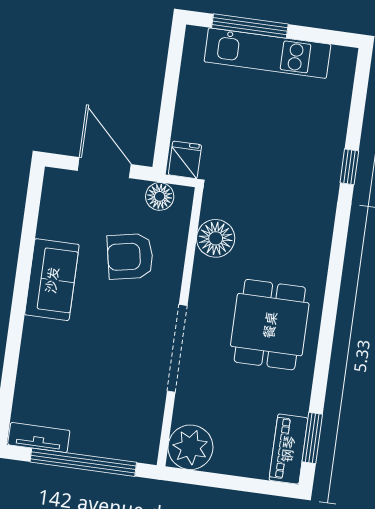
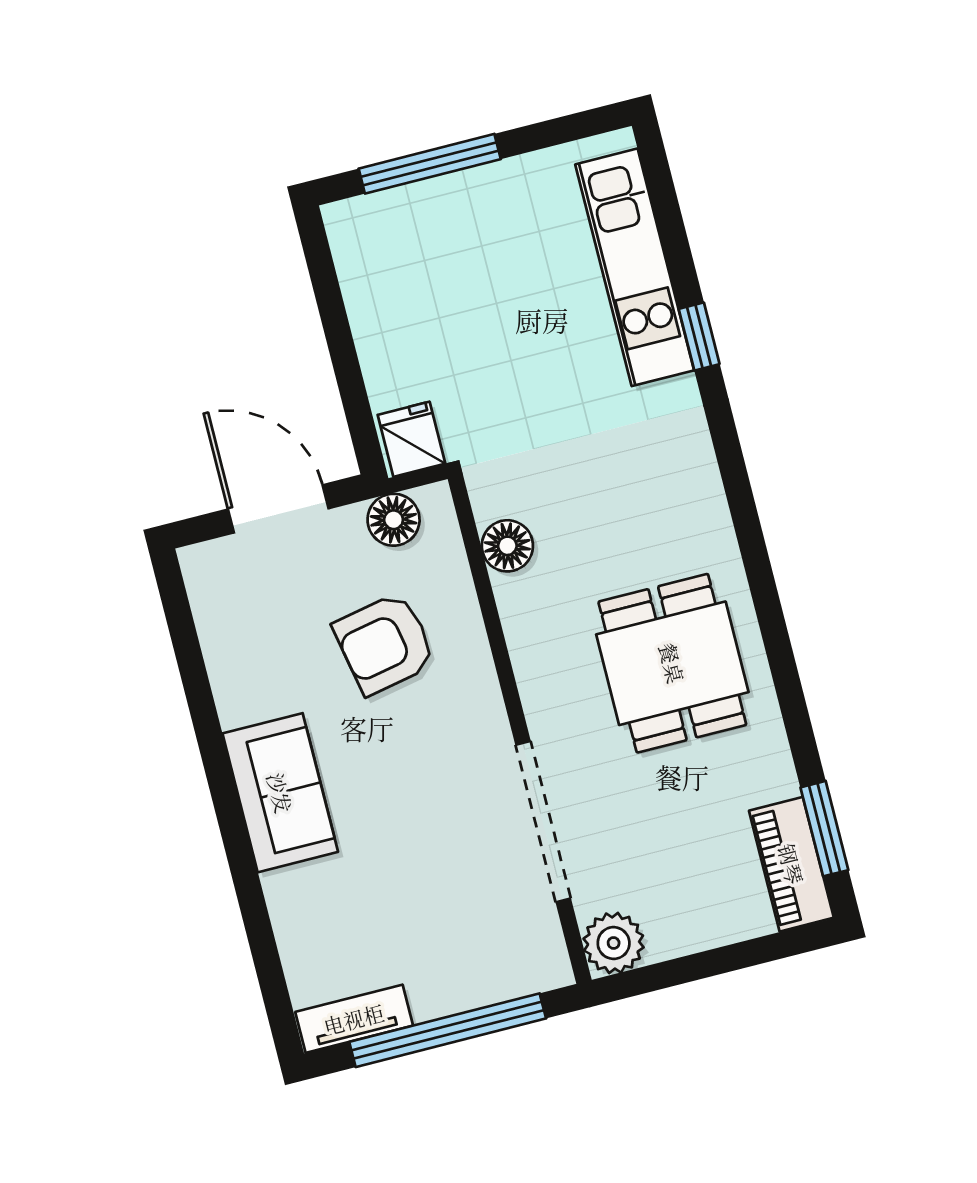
kitchen unit: (267, 53) -> (635, 267), moved, turned 90
floor lamp: (216, 238) -> (507, 546), width x0.73, depth x0.73
sofa: (52, 280) -> (280, 793), moved
doorway: (177, 348) -> (543, 822), moved
plant: (190, 447) -> (614, 943), width x0.73, depth x0.73

